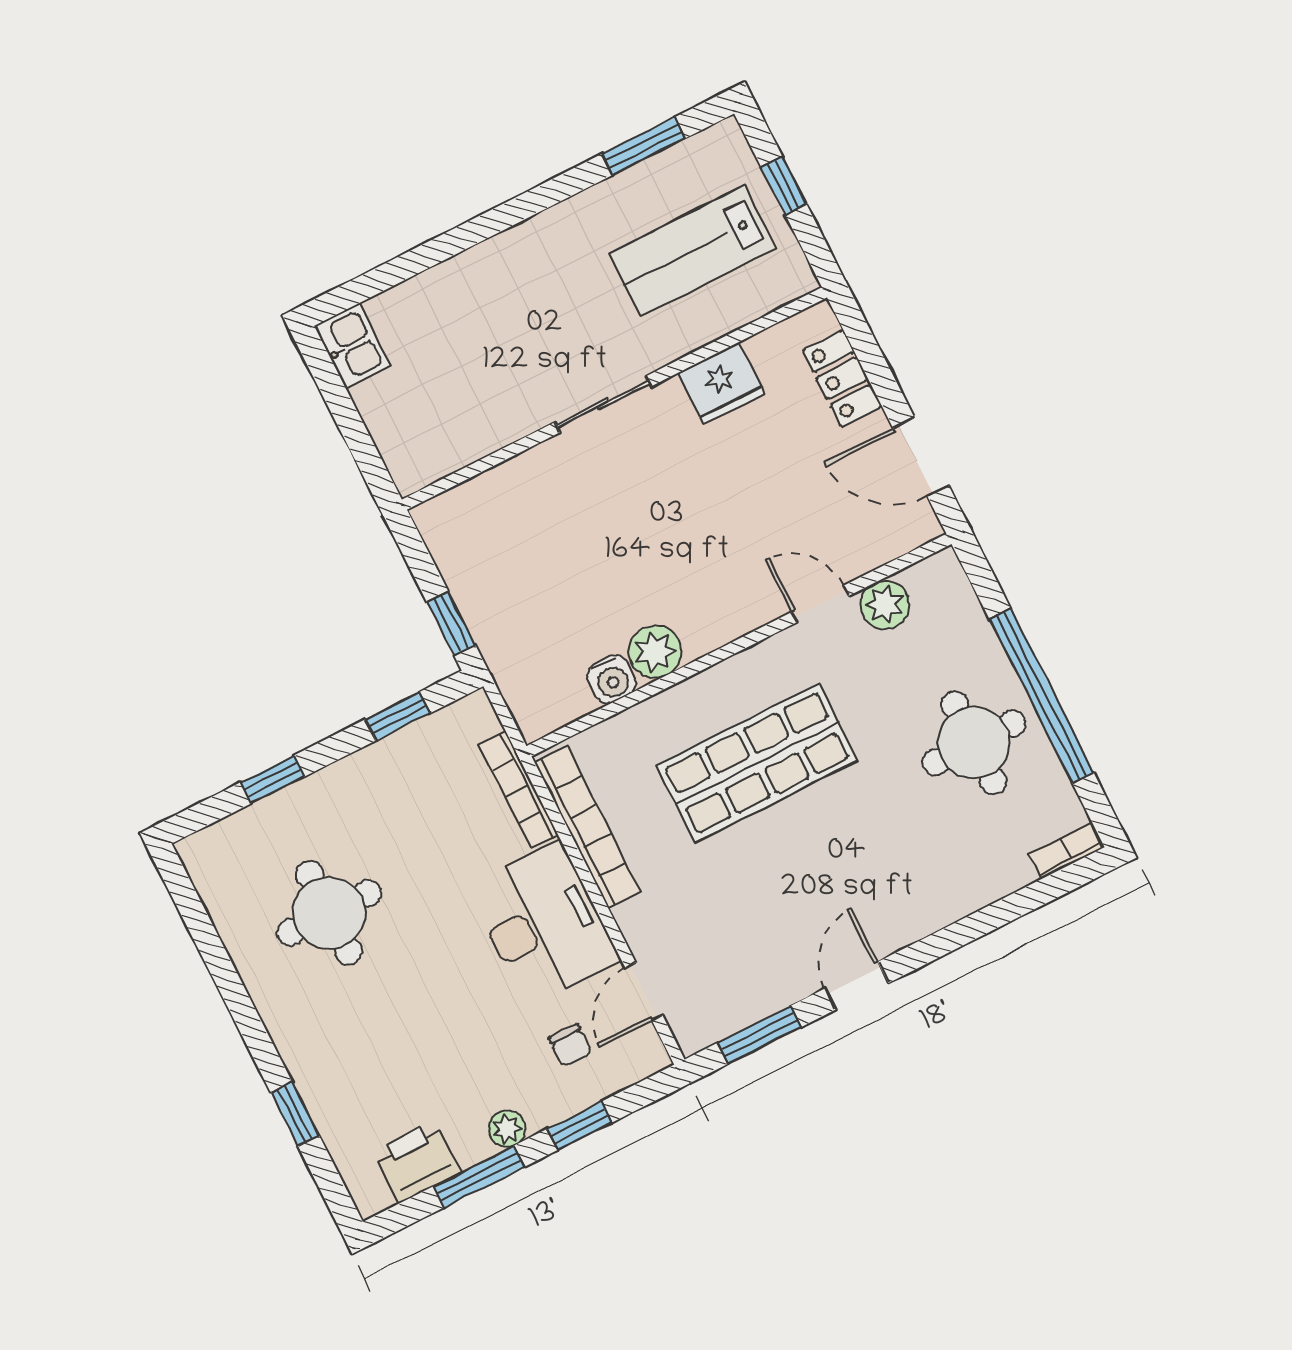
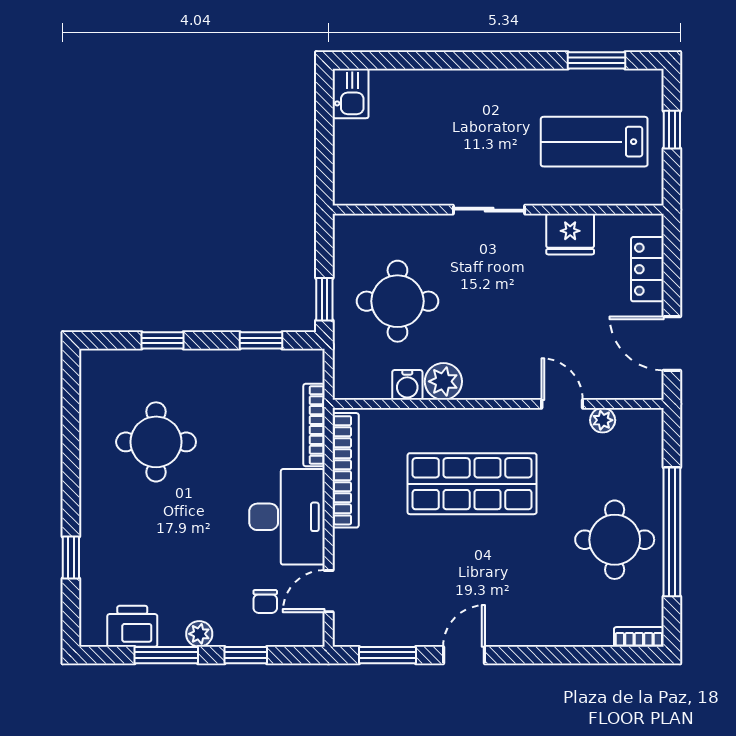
round table: (545, 579) -> (397, 301), added
plant: (885, 605) -> (603, 420), width x0.73, depth x0.73

